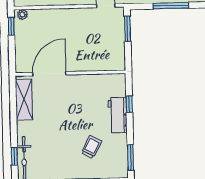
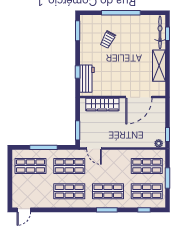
wardrobe: (96, 63) -> (102, 105), added
shelving: (24, 100) -> (159, 66), moved
workbench: (117, 115) -> (87, 79), moved

